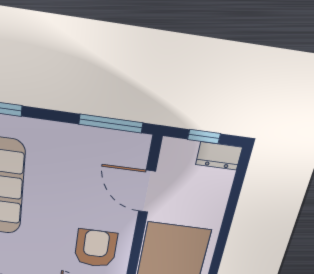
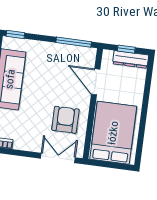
dresser: (219, 156) -> (131, 59), width x1.44

